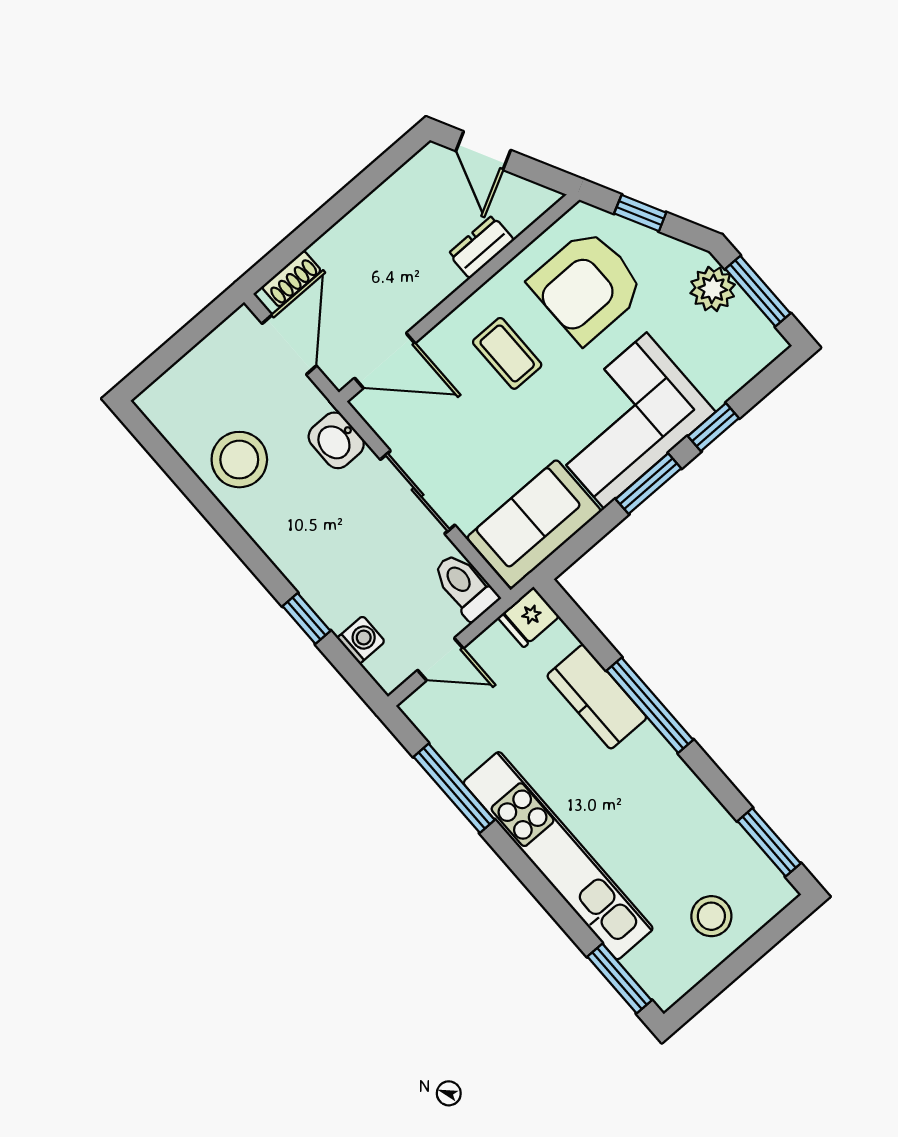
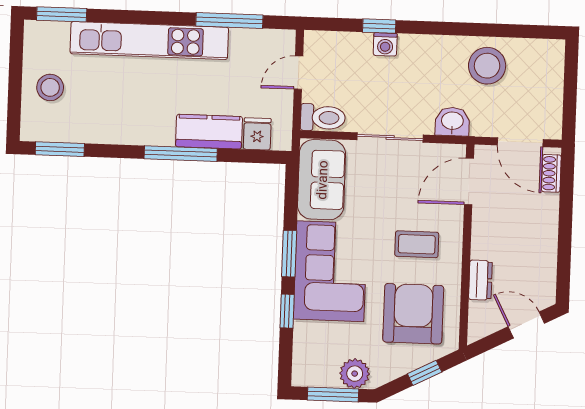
fridge: (529, 617) -> (257, 134), moved
washing machine: (361, 640) -> (385, 44), moved

